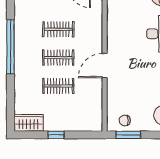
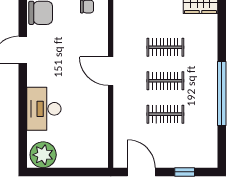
door: (105, 66) -> (111, 71), swing flipped

